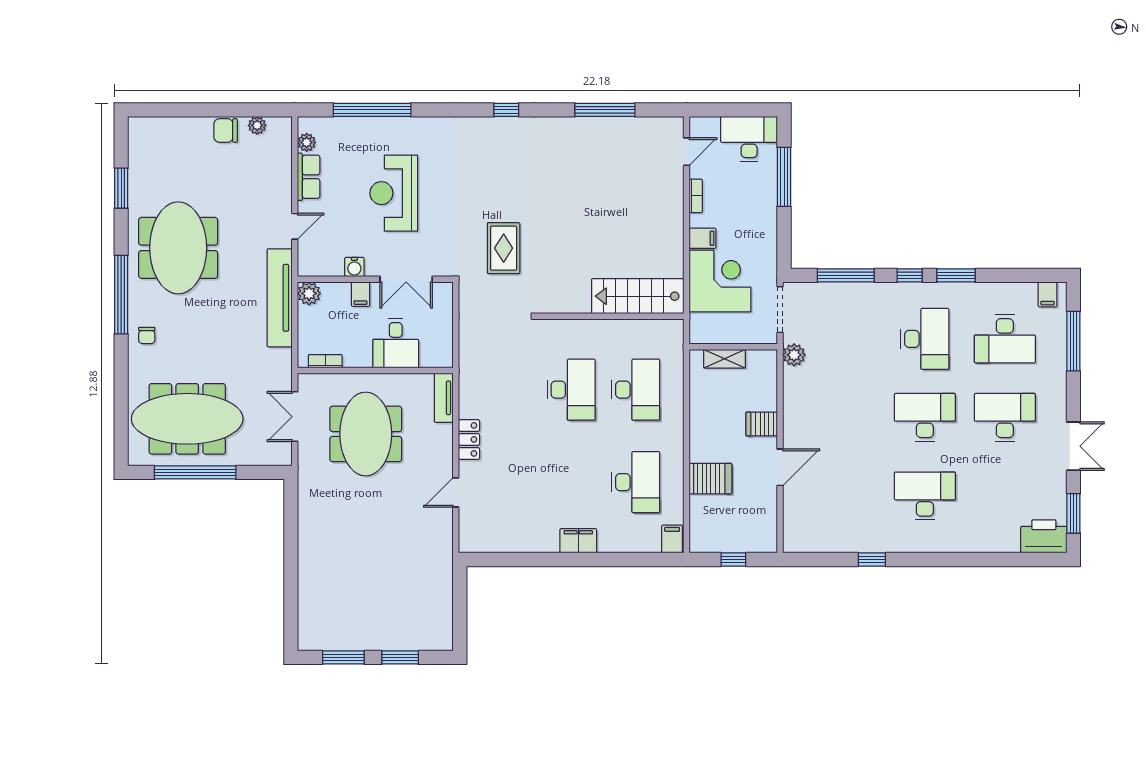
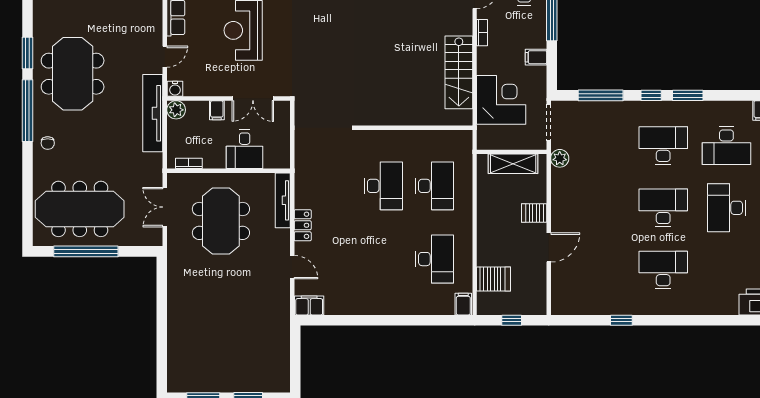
window: (121, 188) -> (27, 53), moved
filing cabinet: (703, 238) -> (536, 57), moved, turned 180
rug: (504, 248) -> (330, 74), removed
water cooler: (354, 267) -> (175, 89), moved
stairs: (638, 296) -> (459, 72), moved, turned -90
desk: (925, 339) -> (663, 146), turned -90
shelving: (725, 359) -> (513, 164), width x1.50, depth x1.33
tv unit: (444, 398) -> (283, 200), width x1.41
desk: (1005, 417) -> (726, 208), turned -90
server rack: (710, 479) -> (494, 279), moved
door: (456, 492) -> (292, 267), swing flipped
filing cabinet: (578, 541) -> (309, 305), moved

